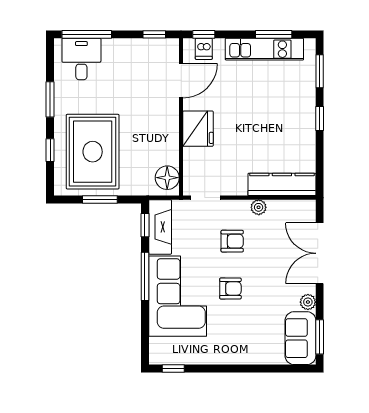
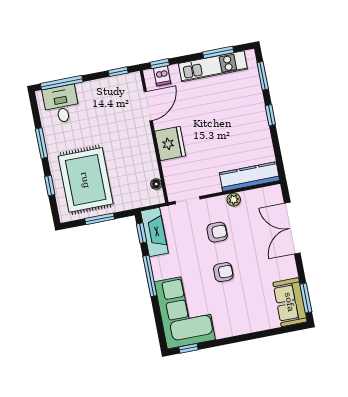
floor lamp: (167, 178) -> (156, 184), width x0.53, depth x0.53
corner sofa: (178, 296) -> (185, 311), moved
plant: (308, 302) -> (290, 271), removed

